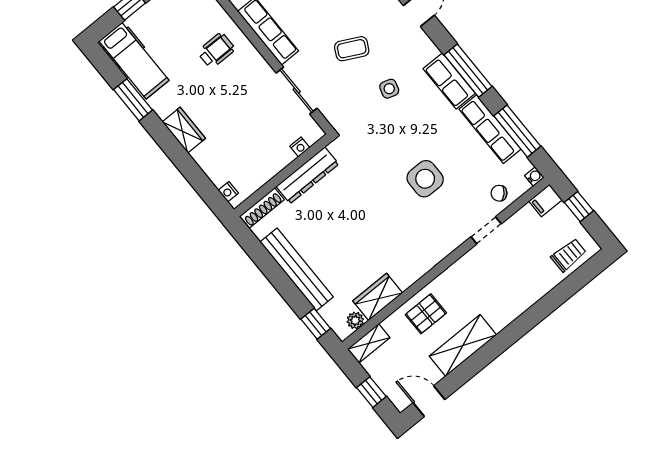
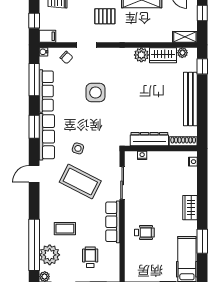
coffee table: (352, 49) -> (80, 182), width x1.86, depth x1.72
wheelchair: (216, 50) -> (144, 232), turned 180
window: (468, 71) -> (34, 127), width x0.69
row of seats: (449, 81) -> (47, 137), width x1.48
plant: (406, 275) -> (141, 55), added
pallet: (426, 314) -> (105, 16), moved

